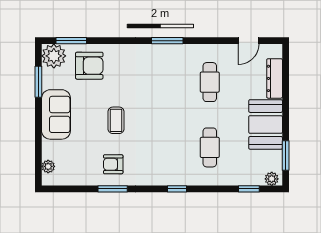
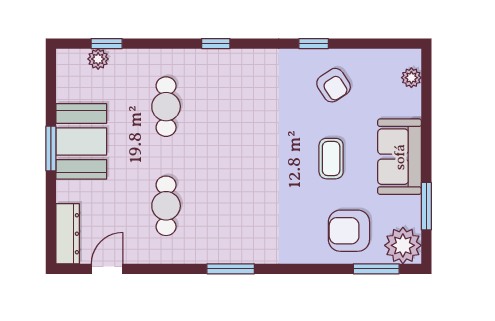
dresser: (275, 78) -> (68, 234), moved
coffee table: (116, 120) -> (331, 159), moved
window: (286, 155) -> (51, 148), moved
armchair: (113, 164) -> (334, 85), moved, turned 57
plant: (272, 179) -> (98, 59), moved
window: (113, 189) -> (314, 44), width x0.67

